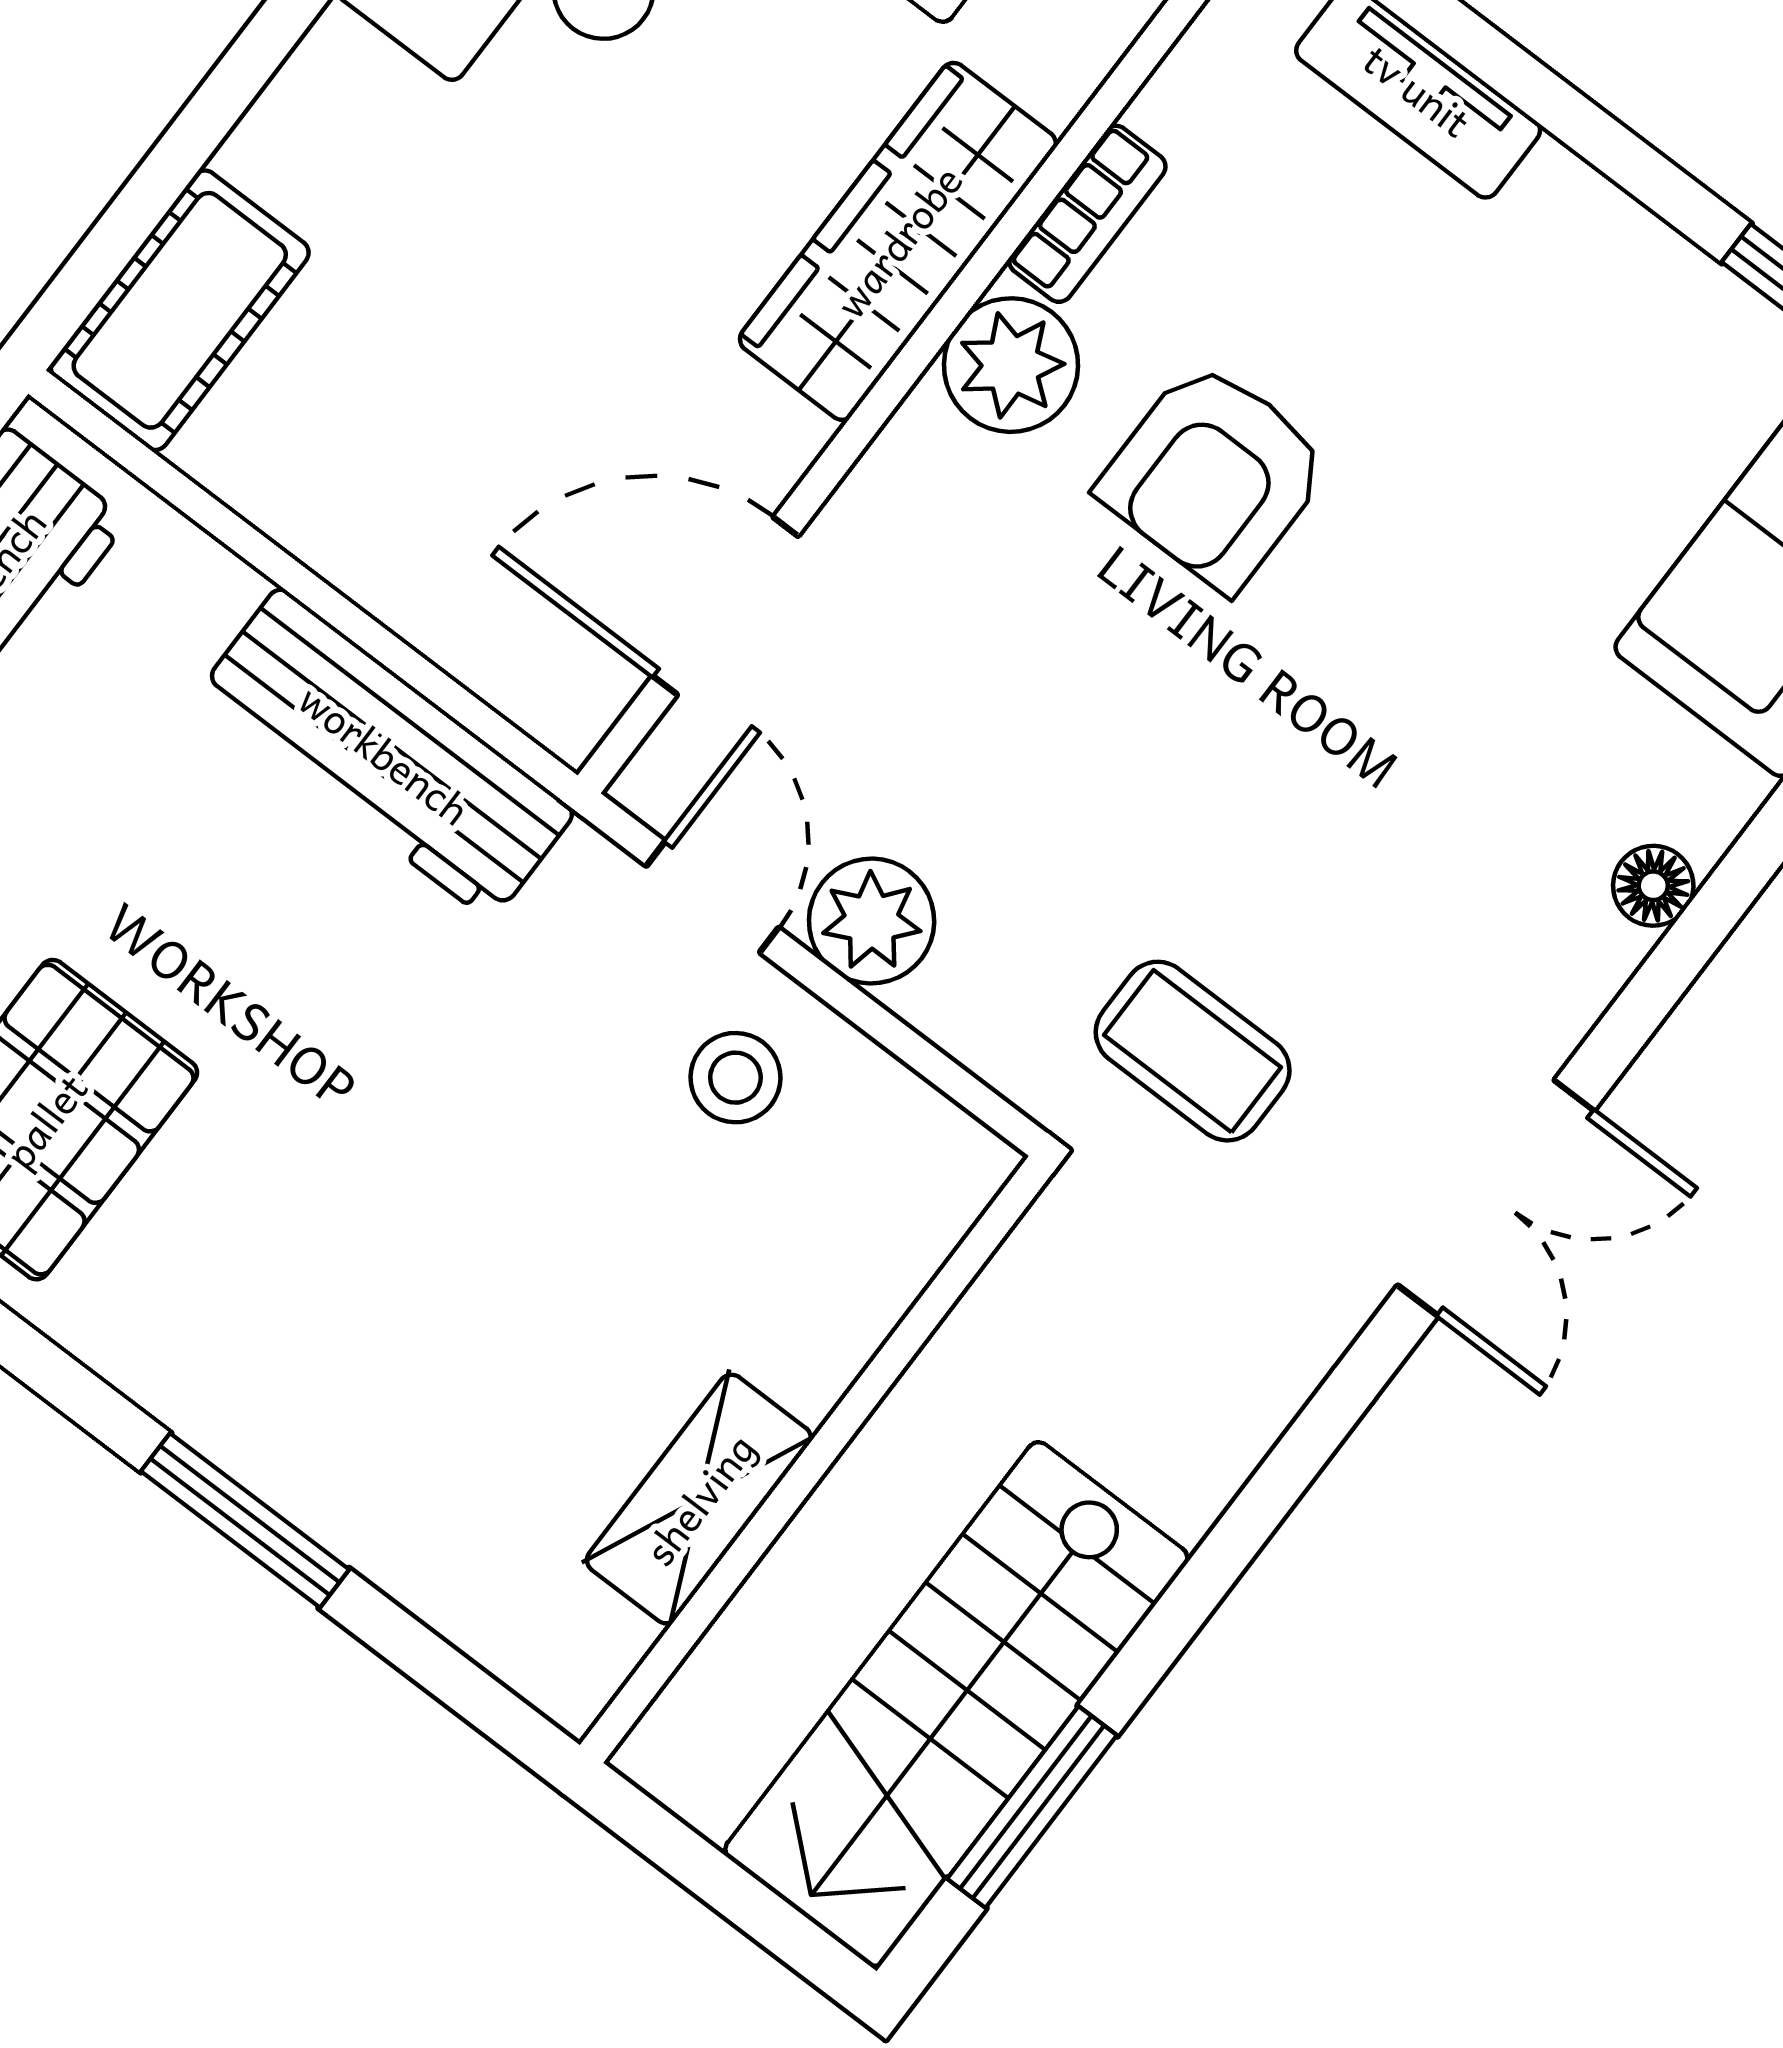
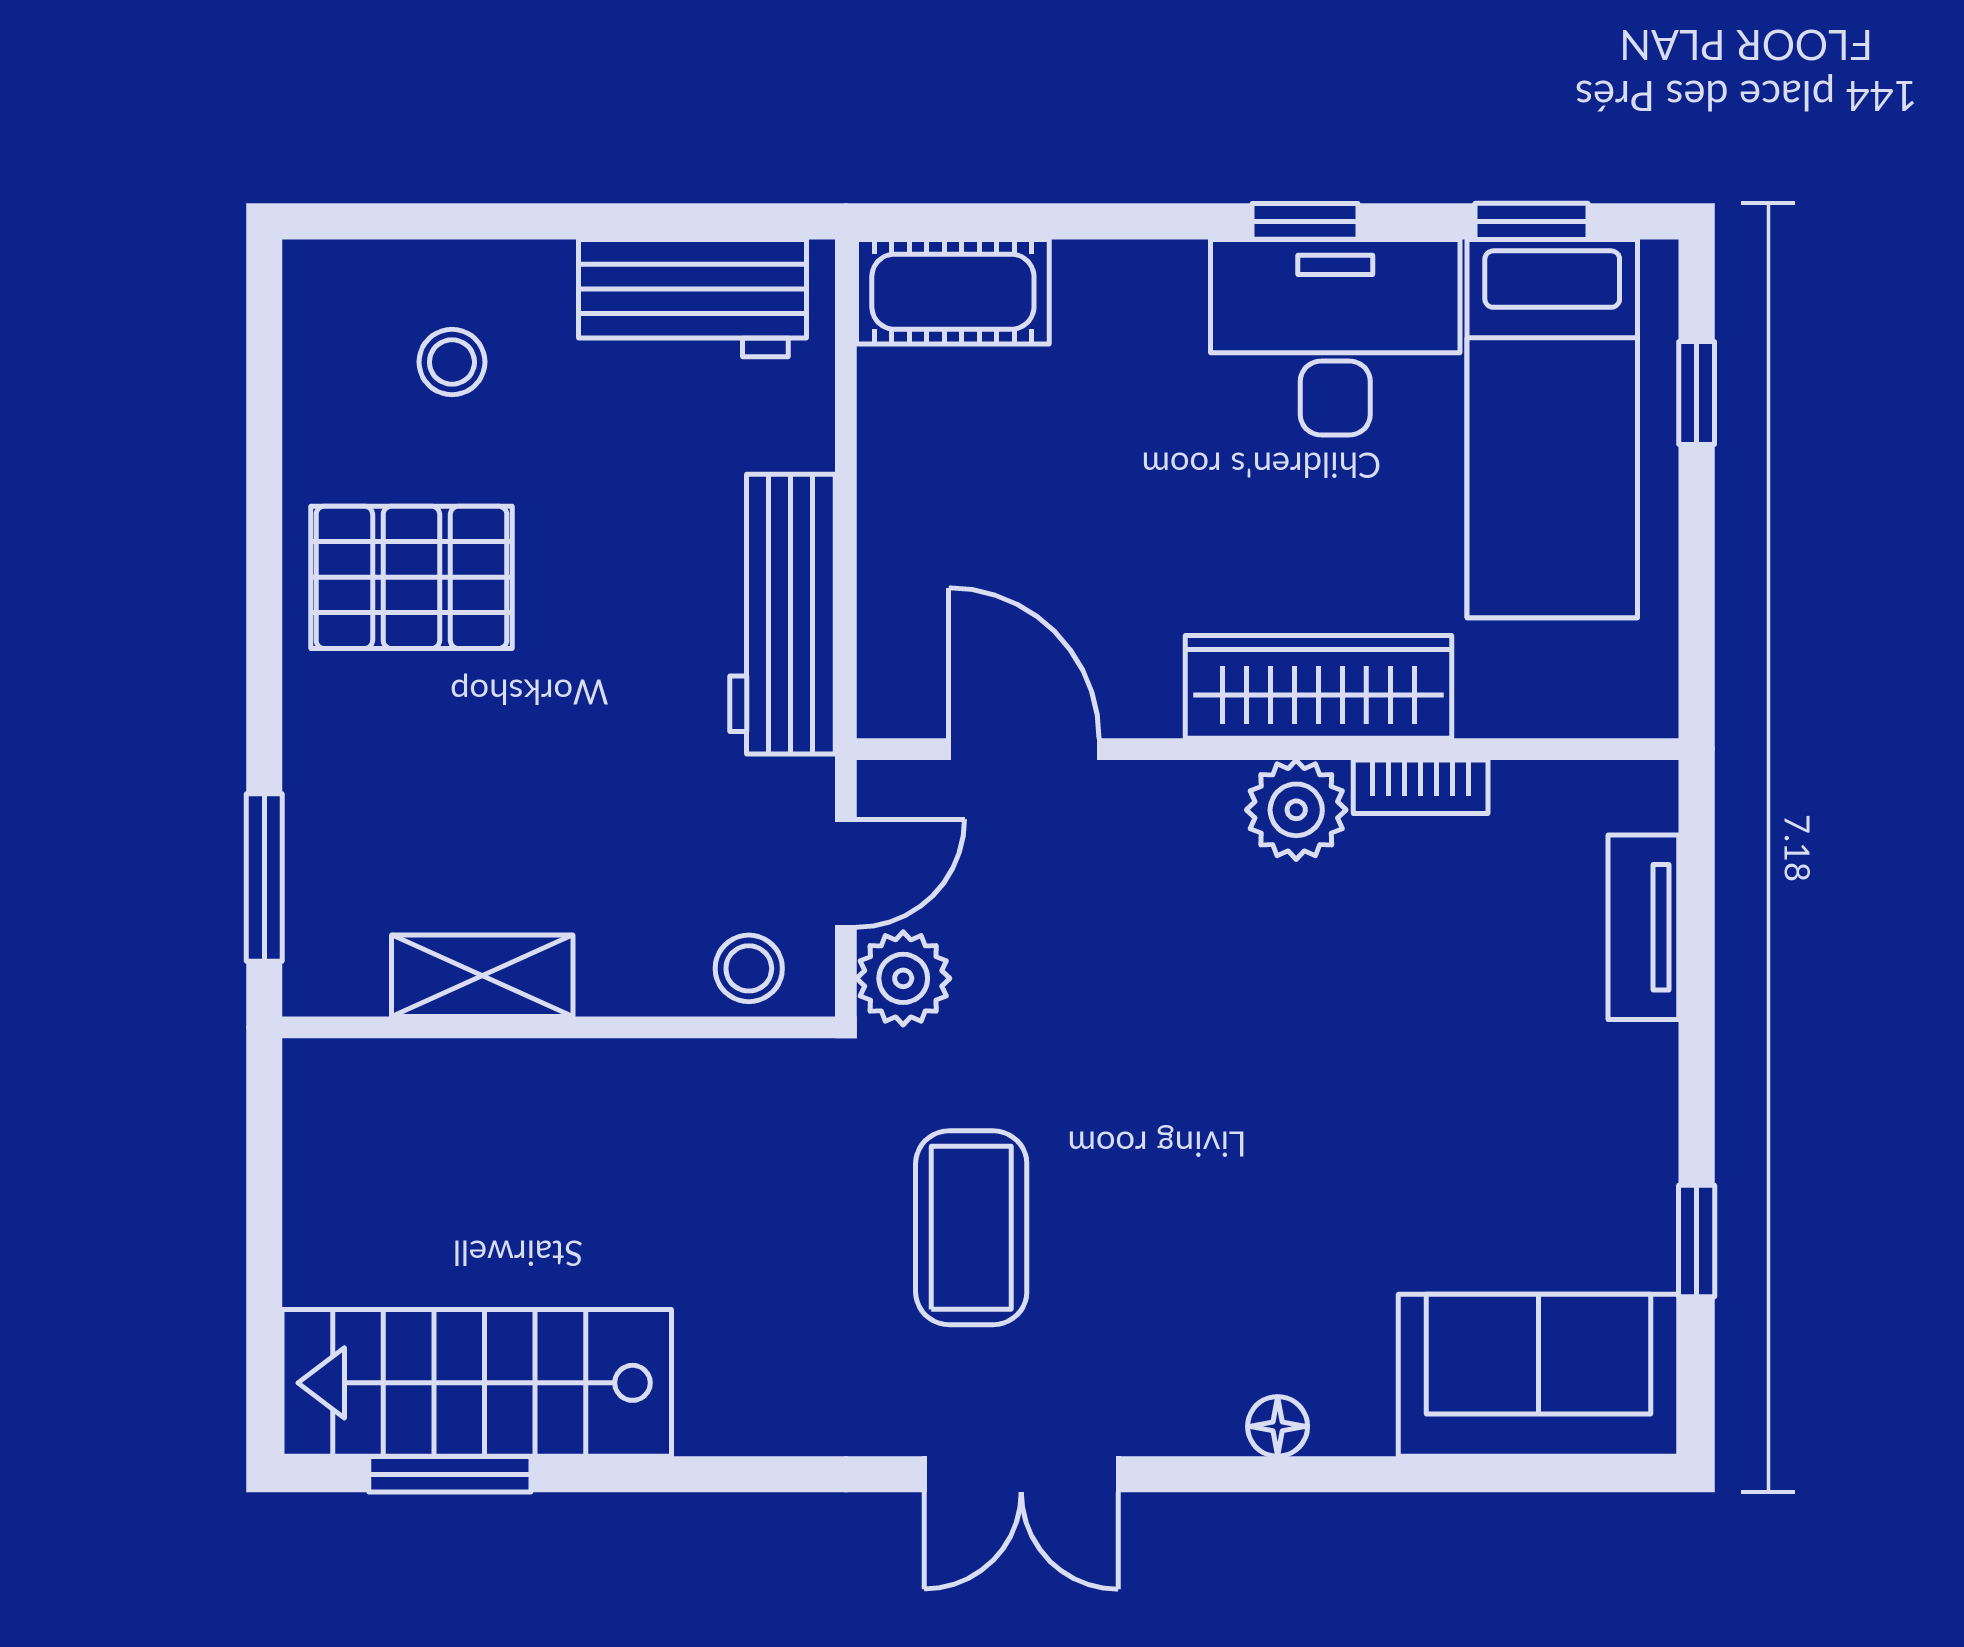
armchair: (1215, 476) -> (1323, 981), removed
coffee table: (1193, 1051) -> (971, 1228), width x1.36, depth x1.30
wall: (816, 1459) -> (559, 1027), moved
shelving: (699, 1499) -> (482, 976), moved

